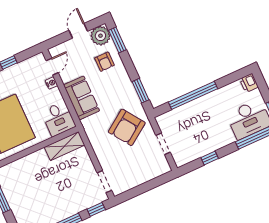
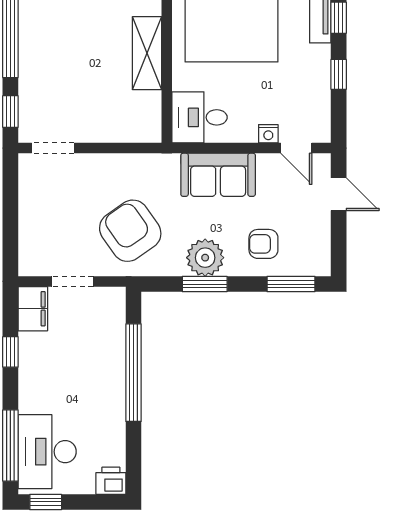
door: (78, 31) -> (339, 194), moved
plant: (100, 36) -> (205, 258), moved
window: (140, 91) -> (205, 284), moved
shelving: (64, 146) -> (147, 53), moved
filing cabinet: (184, 157) -> (33, 309), added

